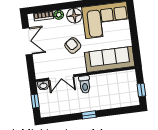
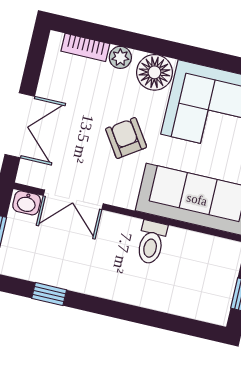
double door: (27, 41) -> (20, 125), moved
toilet: (85, 84) -> (151, 242), moved
window: (89, 115) -> (49, 294), moved

